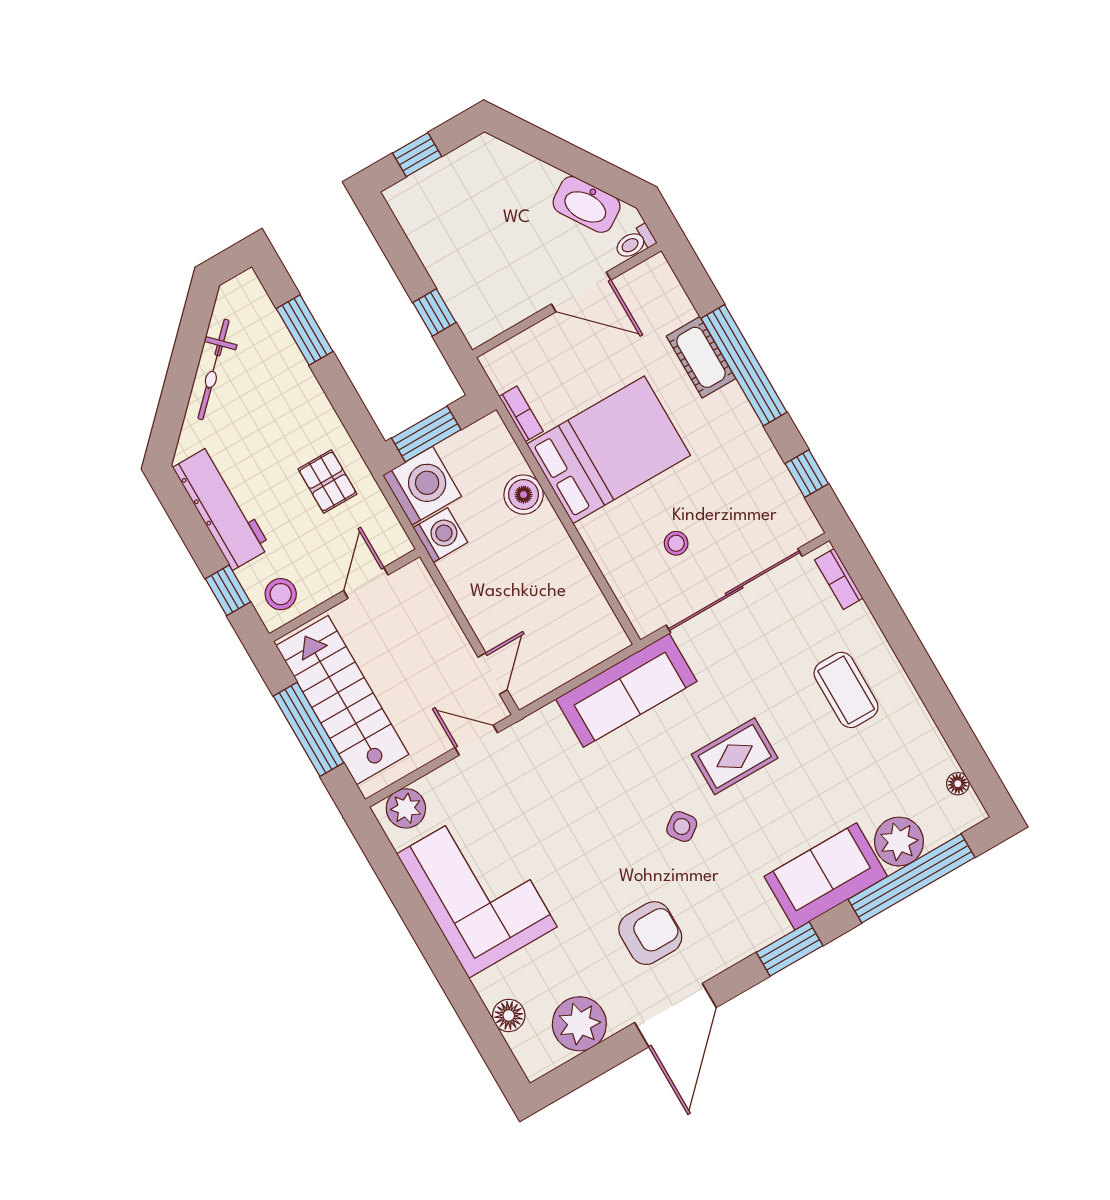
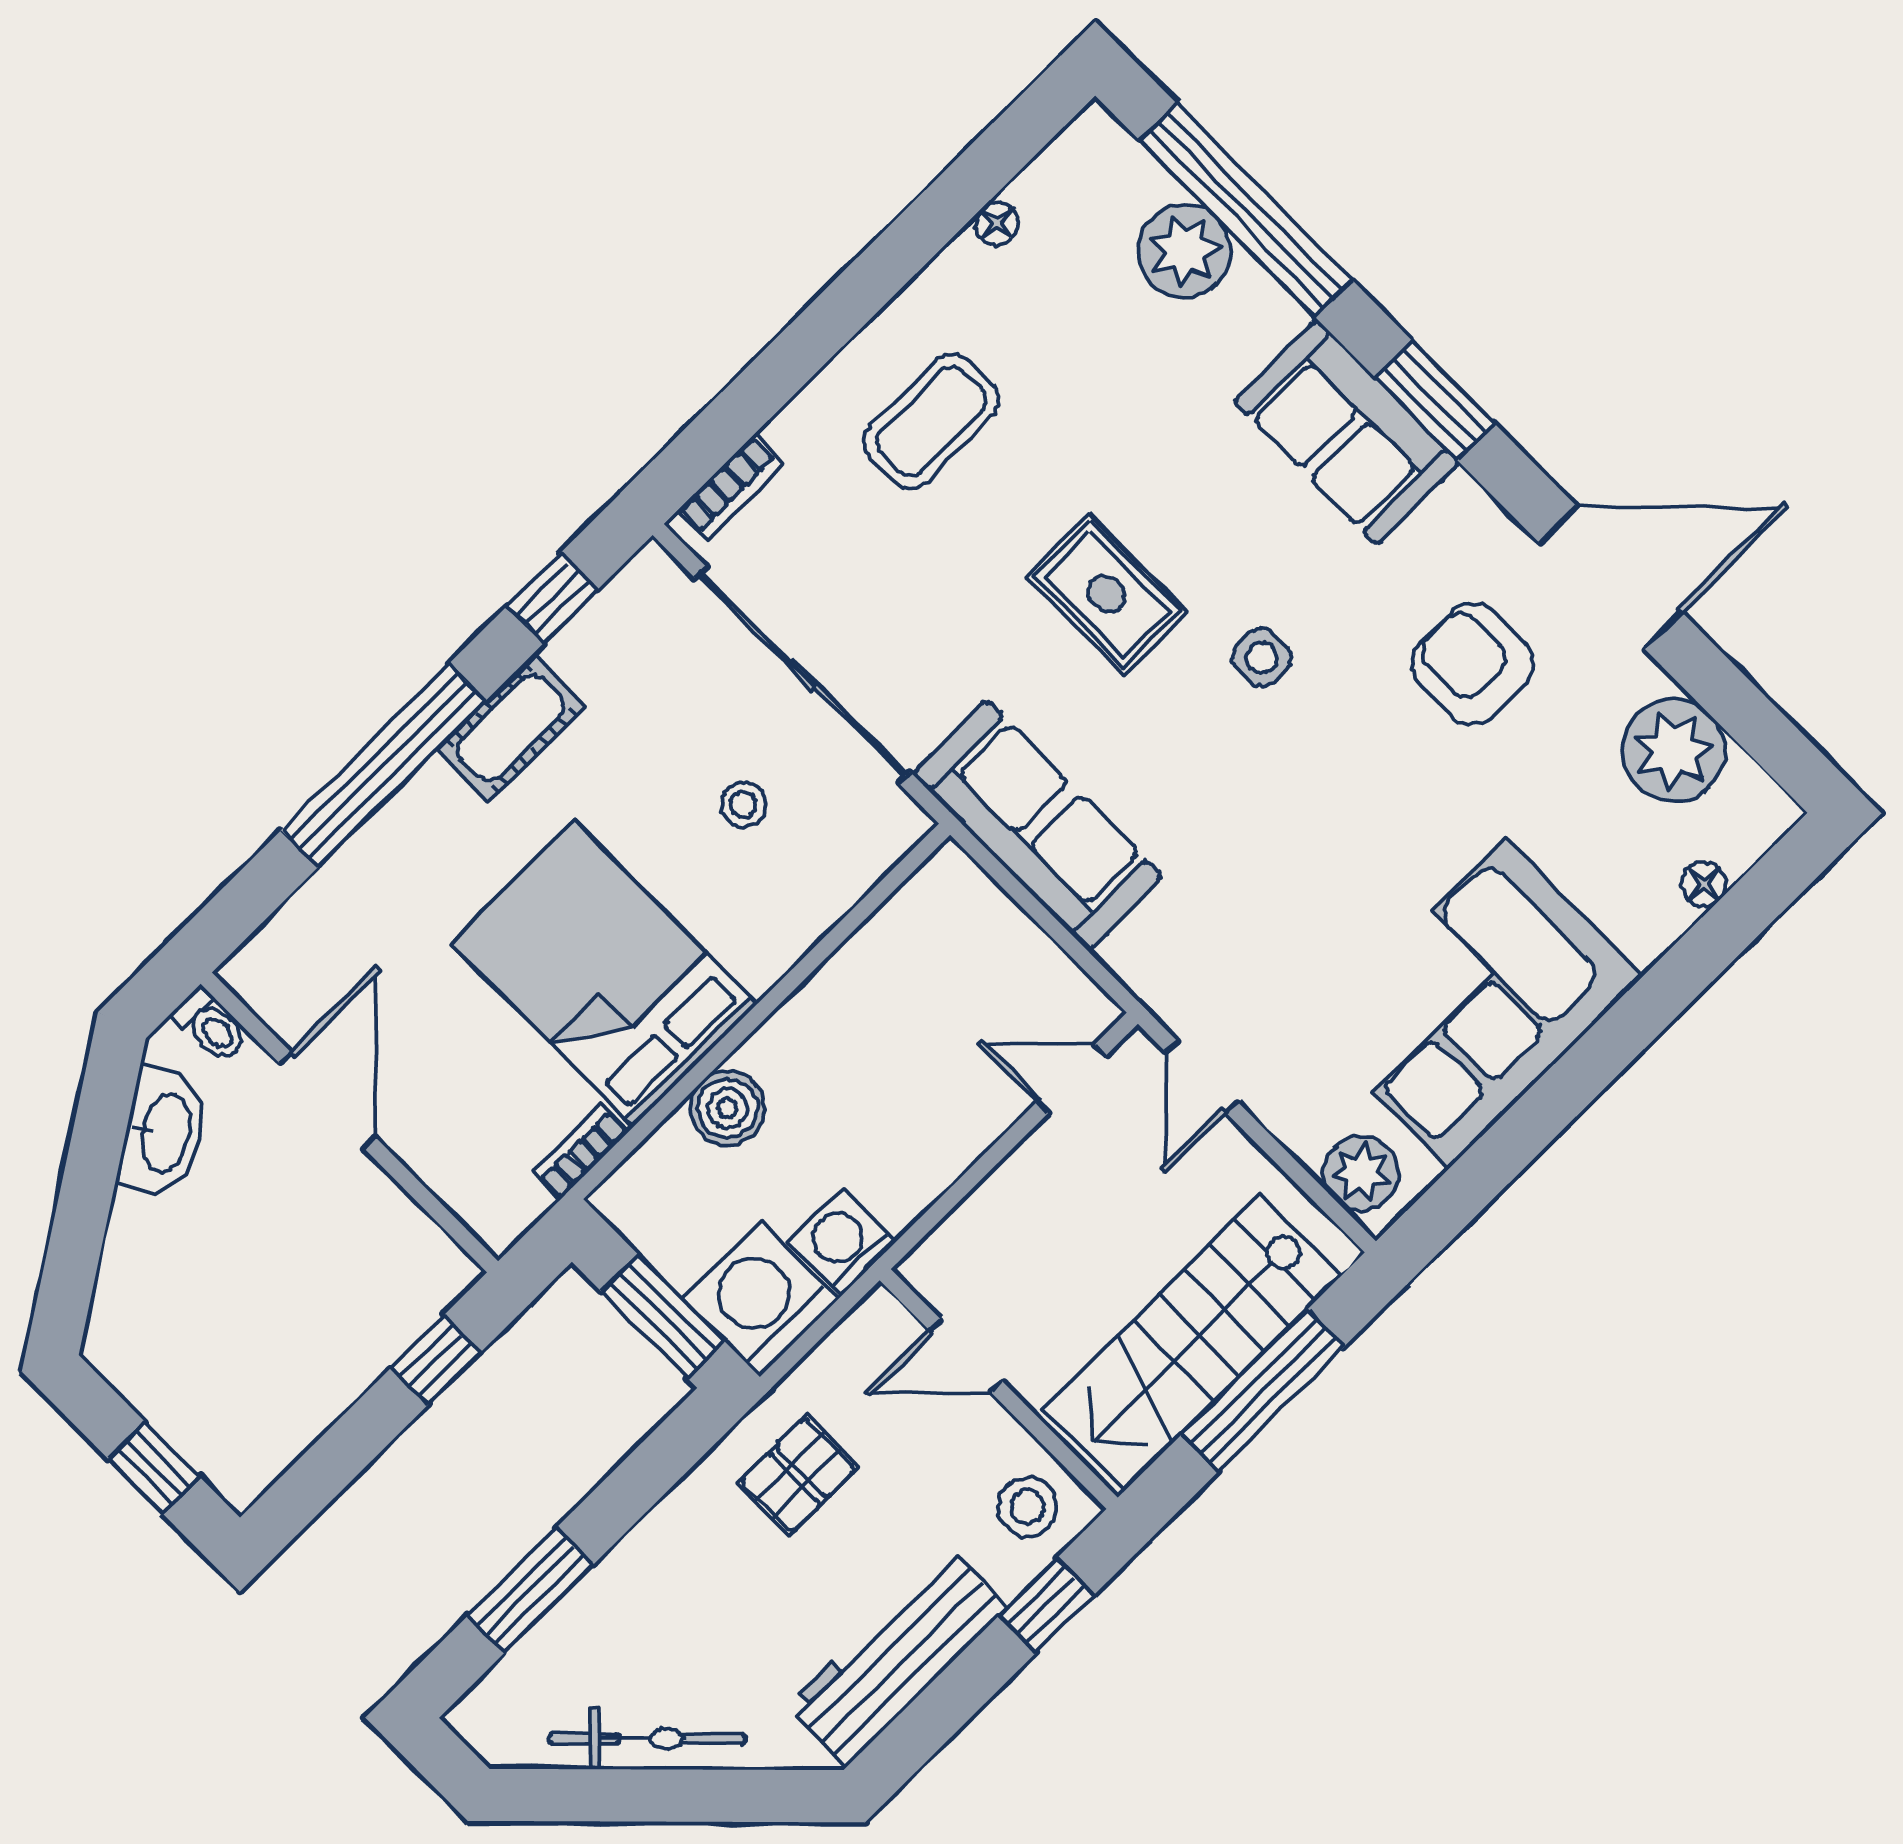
cot: (701, 357) -> (511, 728), moved
floor lamp: (958, 784) -> (996, 223), moved
side table: (682, 827) -> (1261, 658), turned 37
sofa: (826, 876) -> (1347, 432), moved
floor lamp: (509, 1015) -> (1704, 884), width x0.73, depth x0.73

